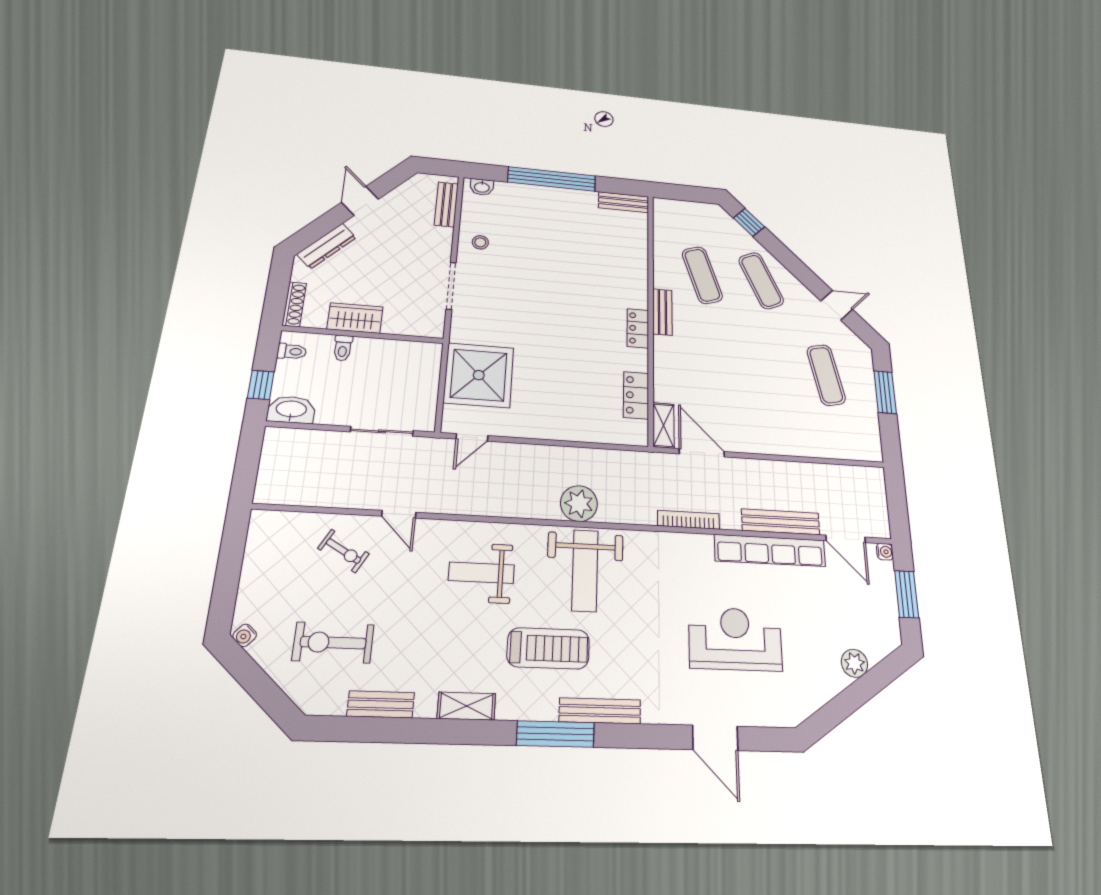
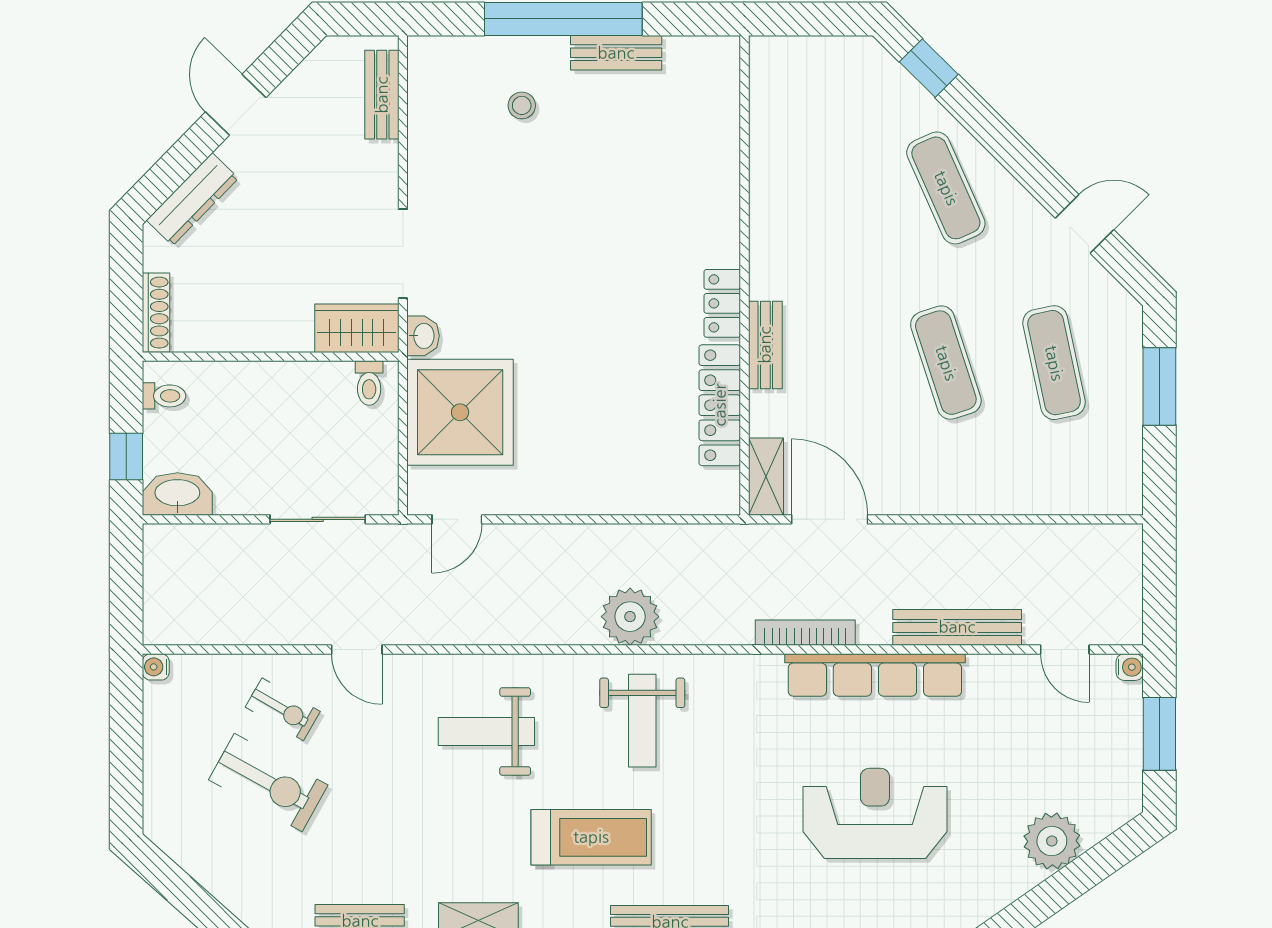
washbasin: (482, 187) -> (423, 336), moved, turned -90
bench: (624, 202) -> (616, 53), moved
stool: (480, 242) -> (522, 105), moved
exercise mat: (702, 275) -> (946, 363), moved
bench: (662, 312) -> (765, 345), moved
wardrobe: (355, 318) -> (357, 328), moved
toilet: (343, 348) -> (369, 383), moved
locker: (636, 395) -> (720, 405), width x1.53
door: (846, 539) -> (1065, 650), width x0.73
row of seats: (770, 550) -> (875, 675), moved
weight bench: (585, 570) -> (642, 721), width x0.73, depth x0.75
water cooler: (245, 635) -> (156, 667), moved, turned 48
exercise bike: (333, 643) -> (268, 782), moved, turned -151
plant: (854, 663) -> (1052, 841), width x1.36, depth x1.36

